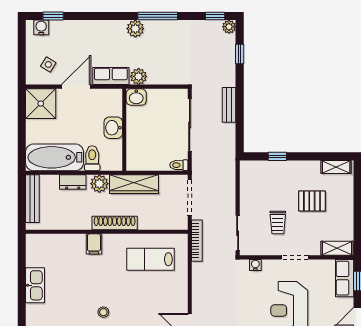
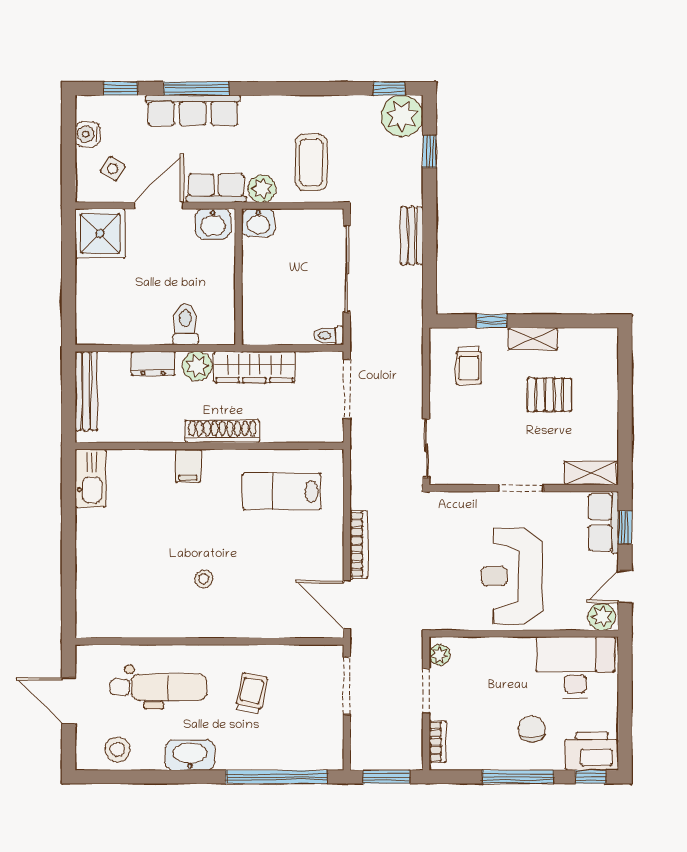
window: (158, 16) -> (196, 88), moved
water cooler: (41, 27) -> (87, 134), moved, turned -90
plant: (229, 27) -> (402, 116), width x1.87, depth x1.87
row of seats: (97, 29) -> (193, 110), added
plant: (135, 29) -> (257, 109), removed
coffee table: (168, 61) -> (311, 162), added
washbasin: (113, 128) -> (213, 224), moved, turned -90
bathtub: (55, 157) -> (123, 322), removed
shelving: (336, 167) -> (533, 339), moved
trolley: (278, 223) -> (469, 365), moved
bookcase: (197, 241) -> (359, 544), moved
water cooler: (255, 265) -> (455, 501), removed
kitchen sink: (35, 285) -> (91, 478), moved

